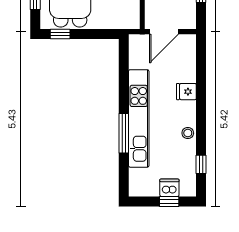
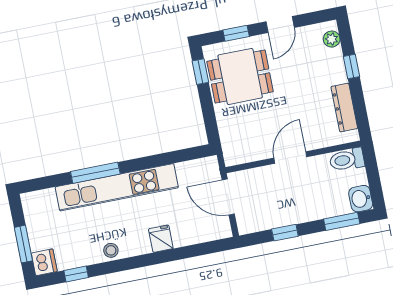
dishwasher: (169, 188) -> (44, 262), moved
window: (169, 201) -> (23, 244), width x1.50

